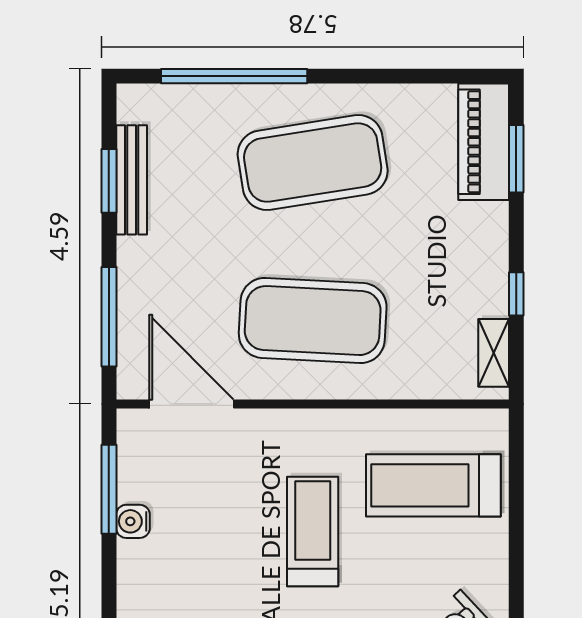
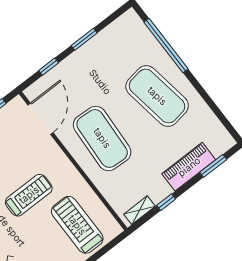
piano: (484, 142) -> (189, 167), moved
bench: (132, 180) -> (102, 38), removed
window: (109, 181) -> (84, 39), moved
window: (109, 317) -> (49, 67), width x0.46

